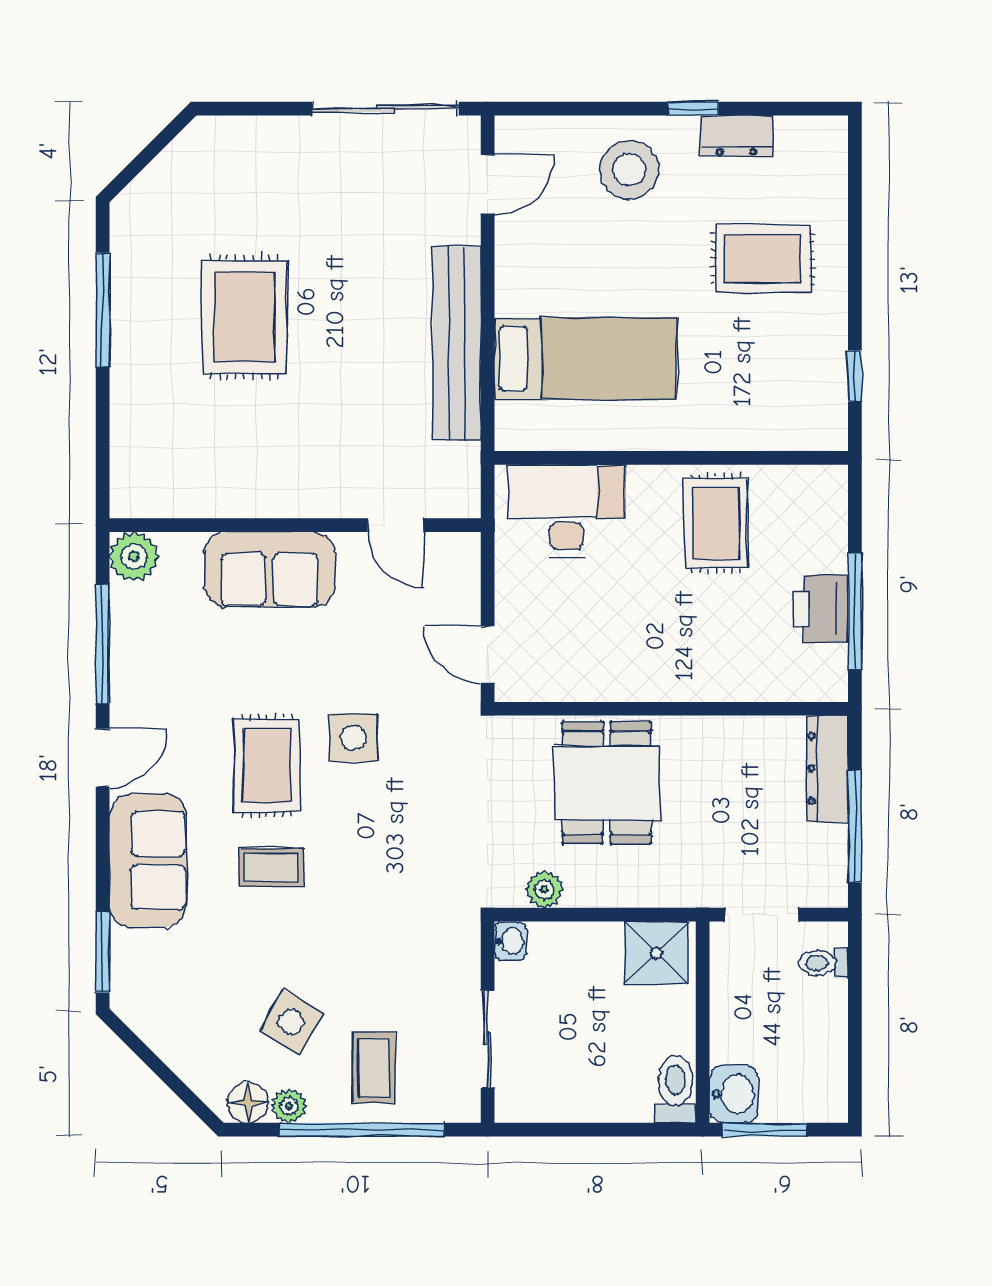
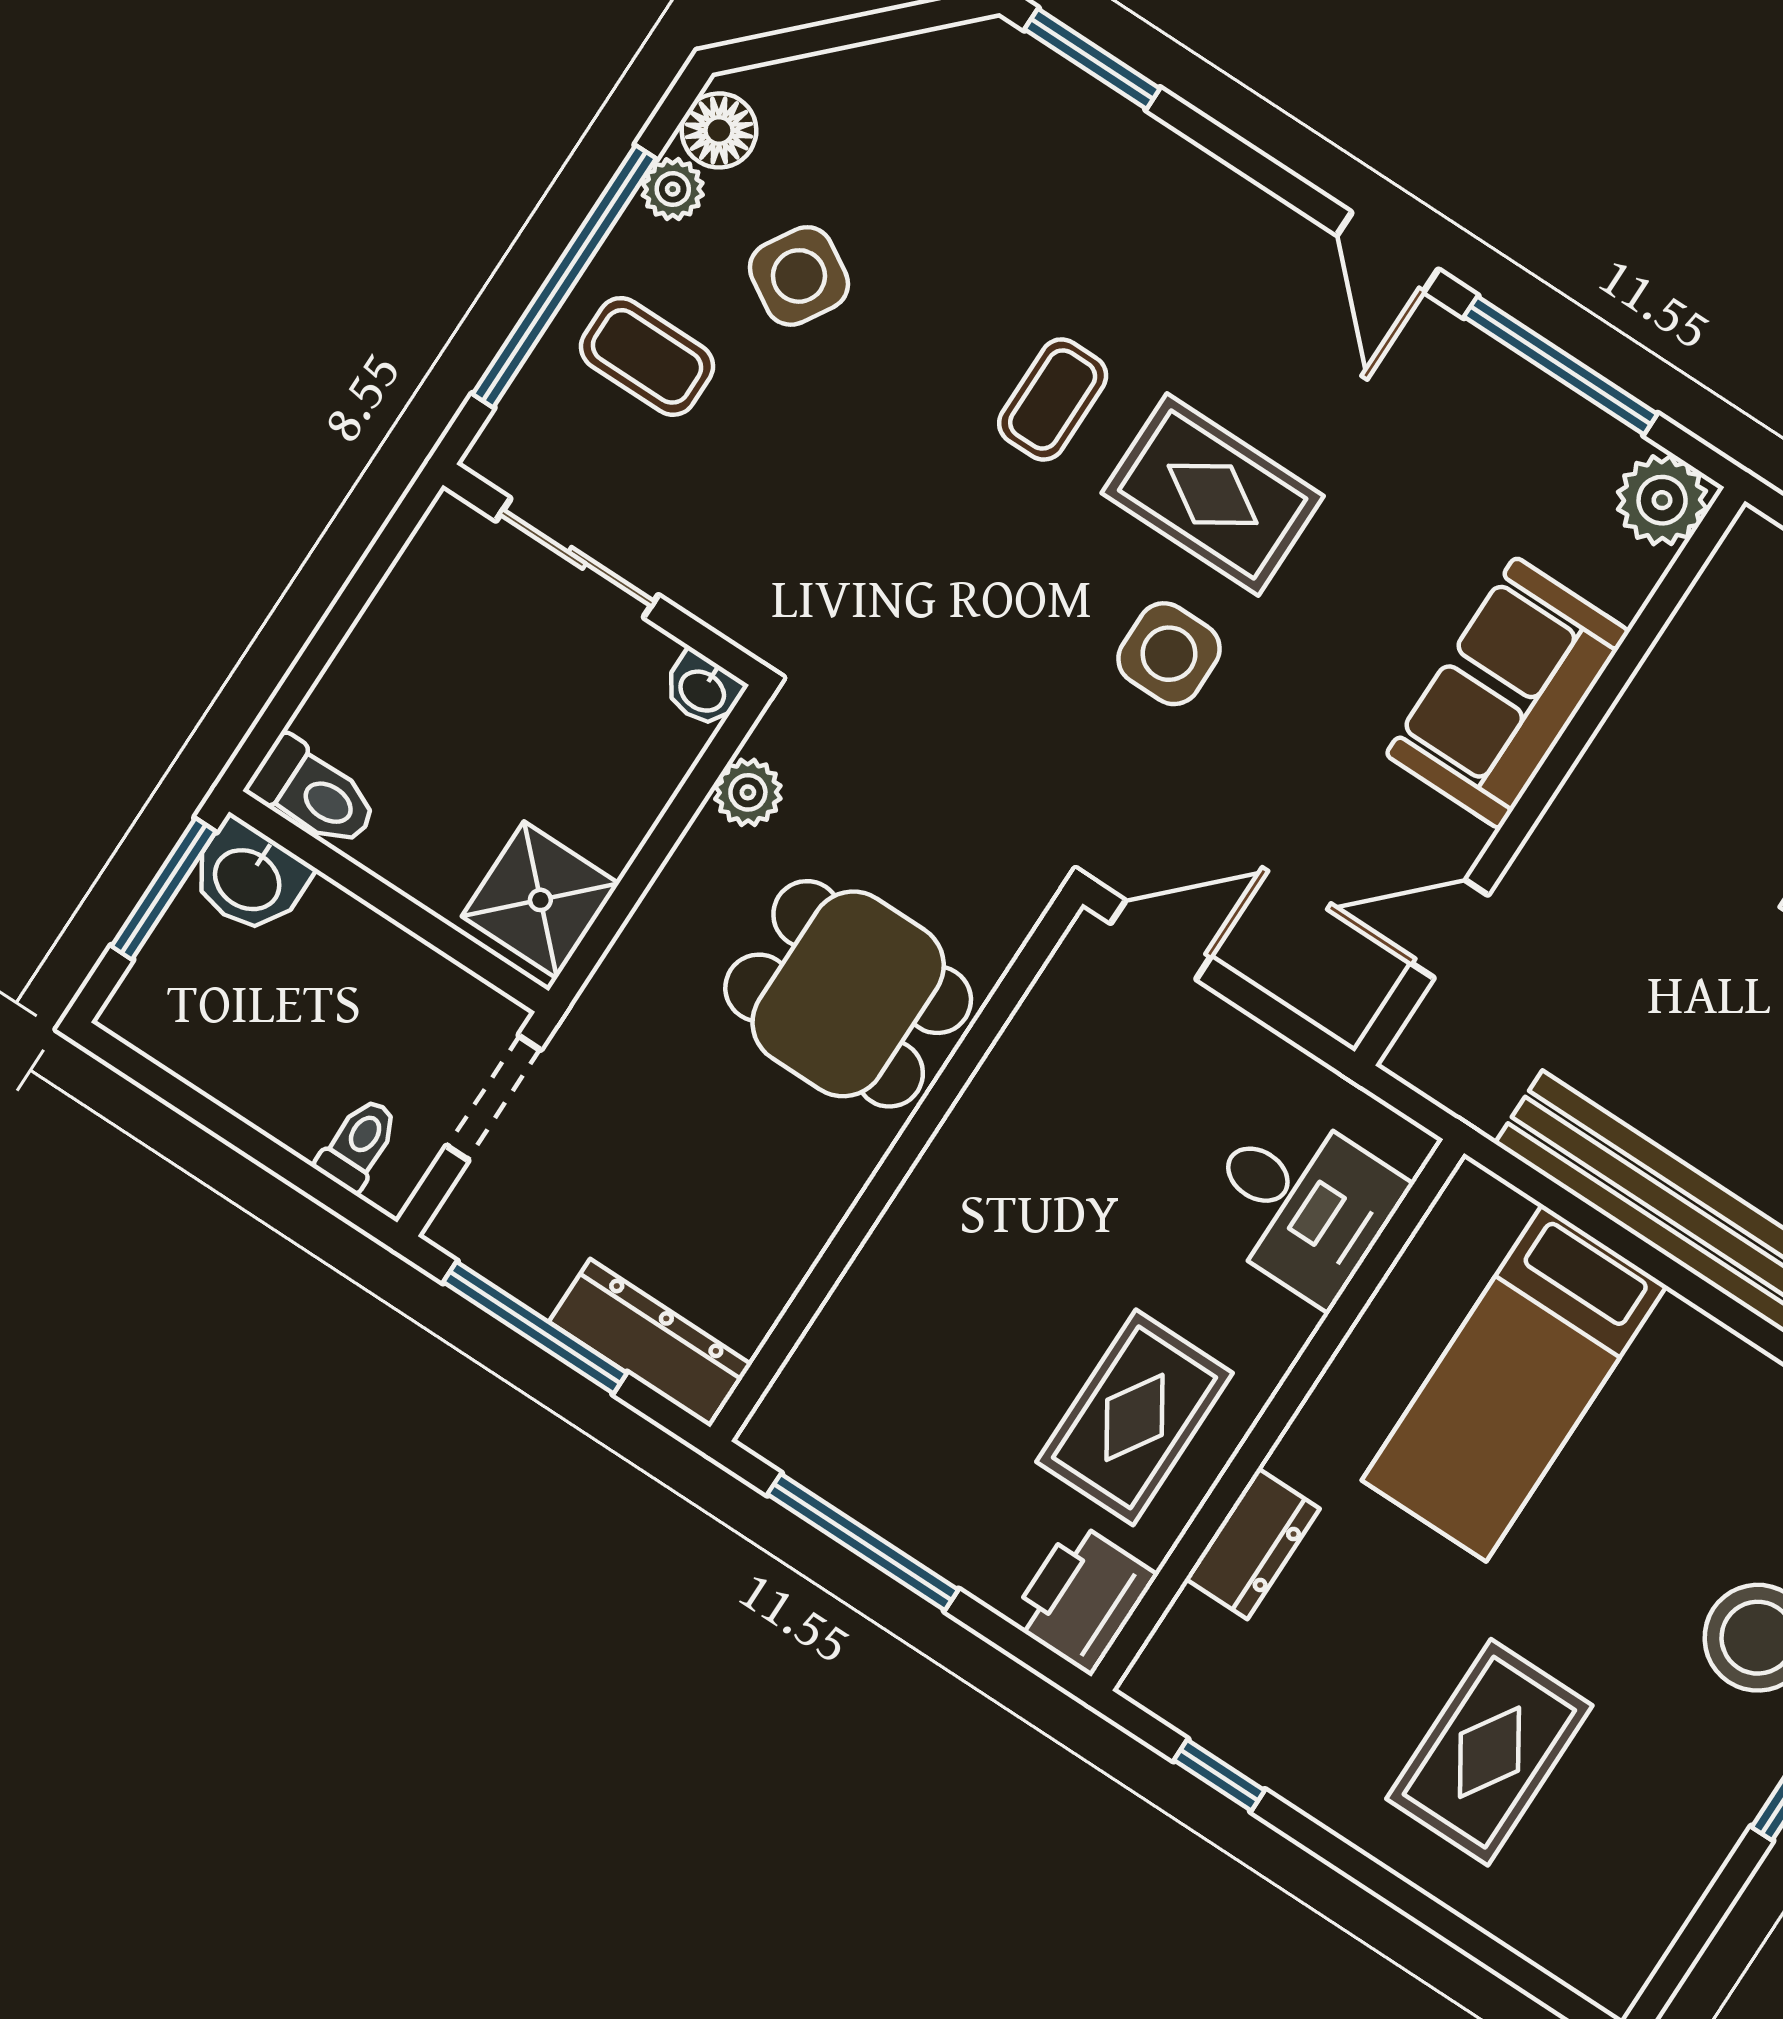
dresser: (737, 136) -> (1253, 1544), moved, turned 180
desk: (567, 511) -> (1301, 1203), width x0.73
rug: (716, 523) -> (1134, 1417), turned 90
printer: (820, 609) -> (1083, 1598), moved, turned -90
sofa: (148, 860) -> (1186, 219), removed

